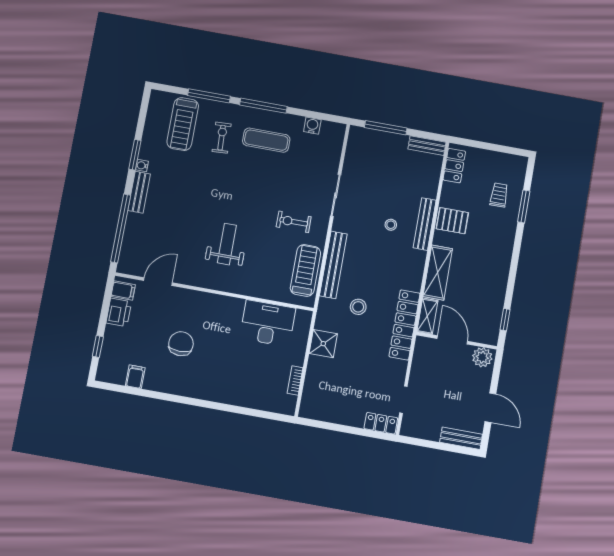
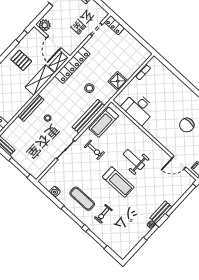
treadmill: (183, 124) -> (118, 182), moved, turned 90
pallet: (452, 221) -> (21, 60), moved
weight bench: (227, 244) -> (134, 160), turned 90

